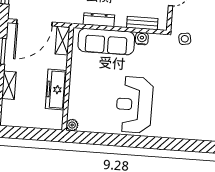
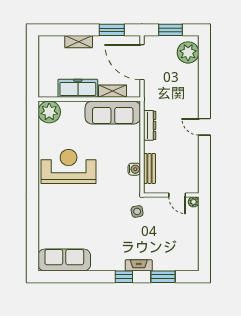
shelving: (63, 41) -> (113, 91), moved
sofa: (106, 42) -> (113, 112), moved, turned -90
plant: (72, 125) -> (49, 112), width x1.87, depth x1.87

